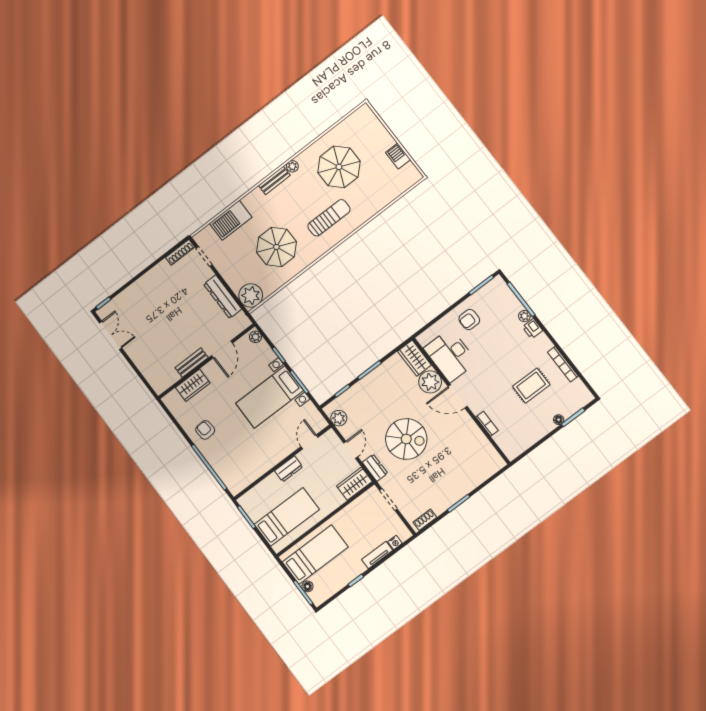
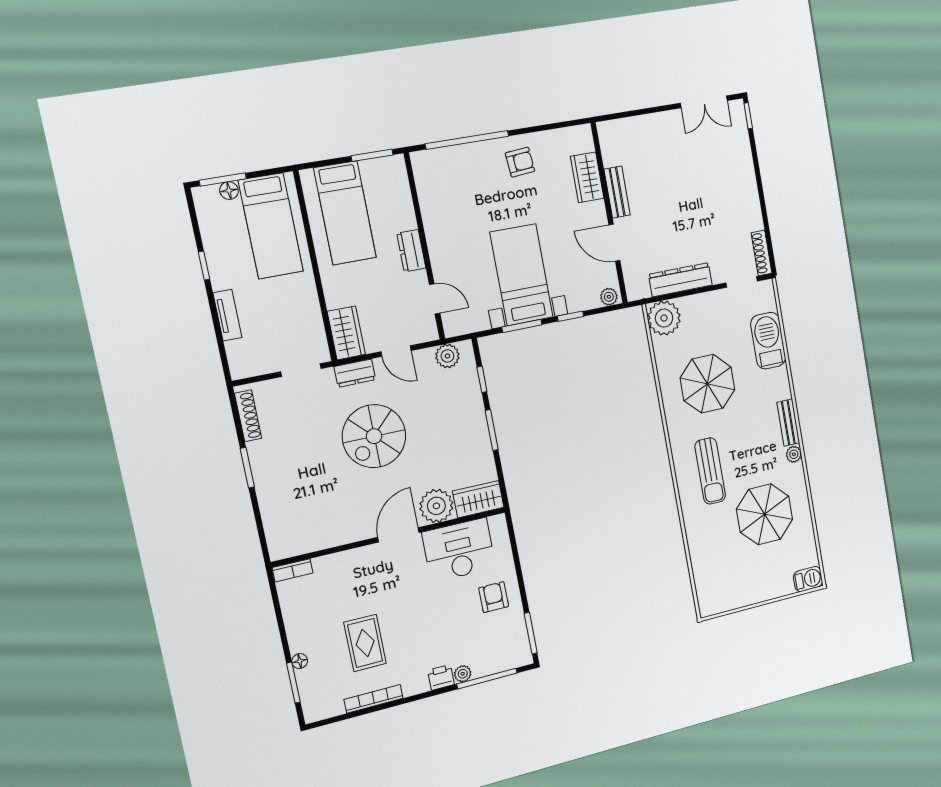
barbecue: (398, 156) -> (808, 579), moved
bookcase: (487, 424) -> (293, 570), moved
shoe rack: (425, 520) -> (248, 416), width x1.43
nightstand: (395, 542) -> (234, 350), removed

